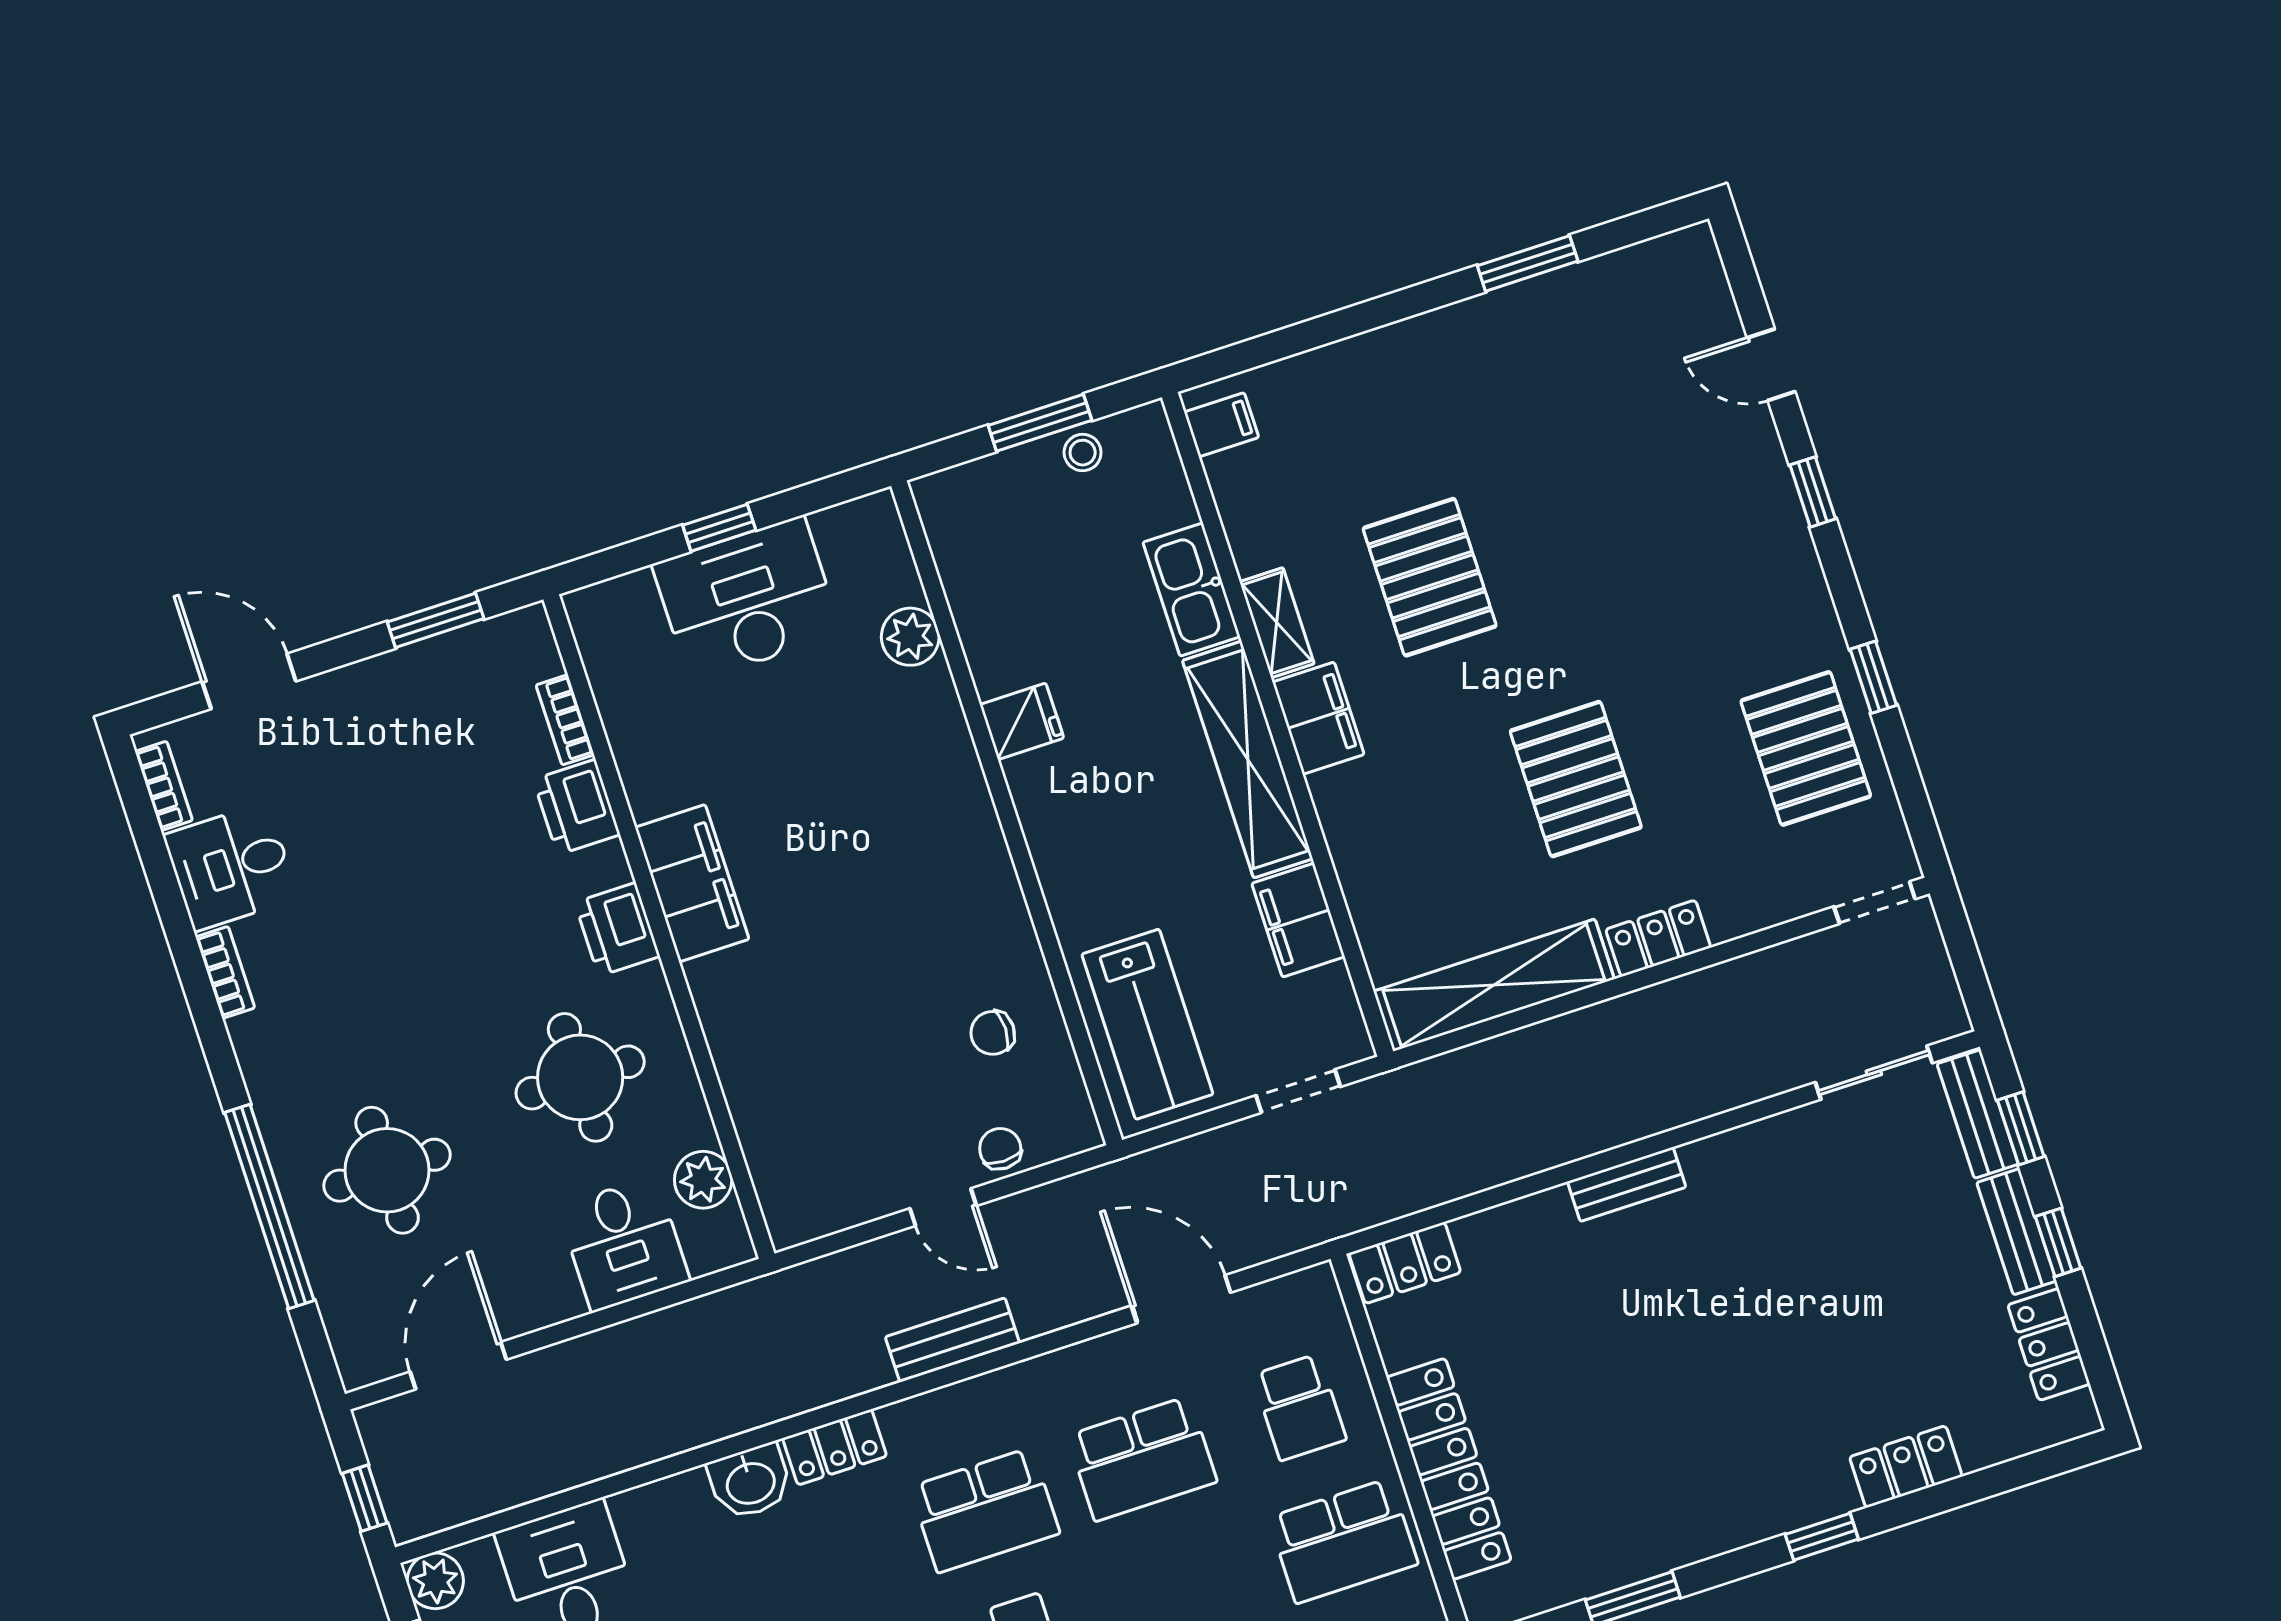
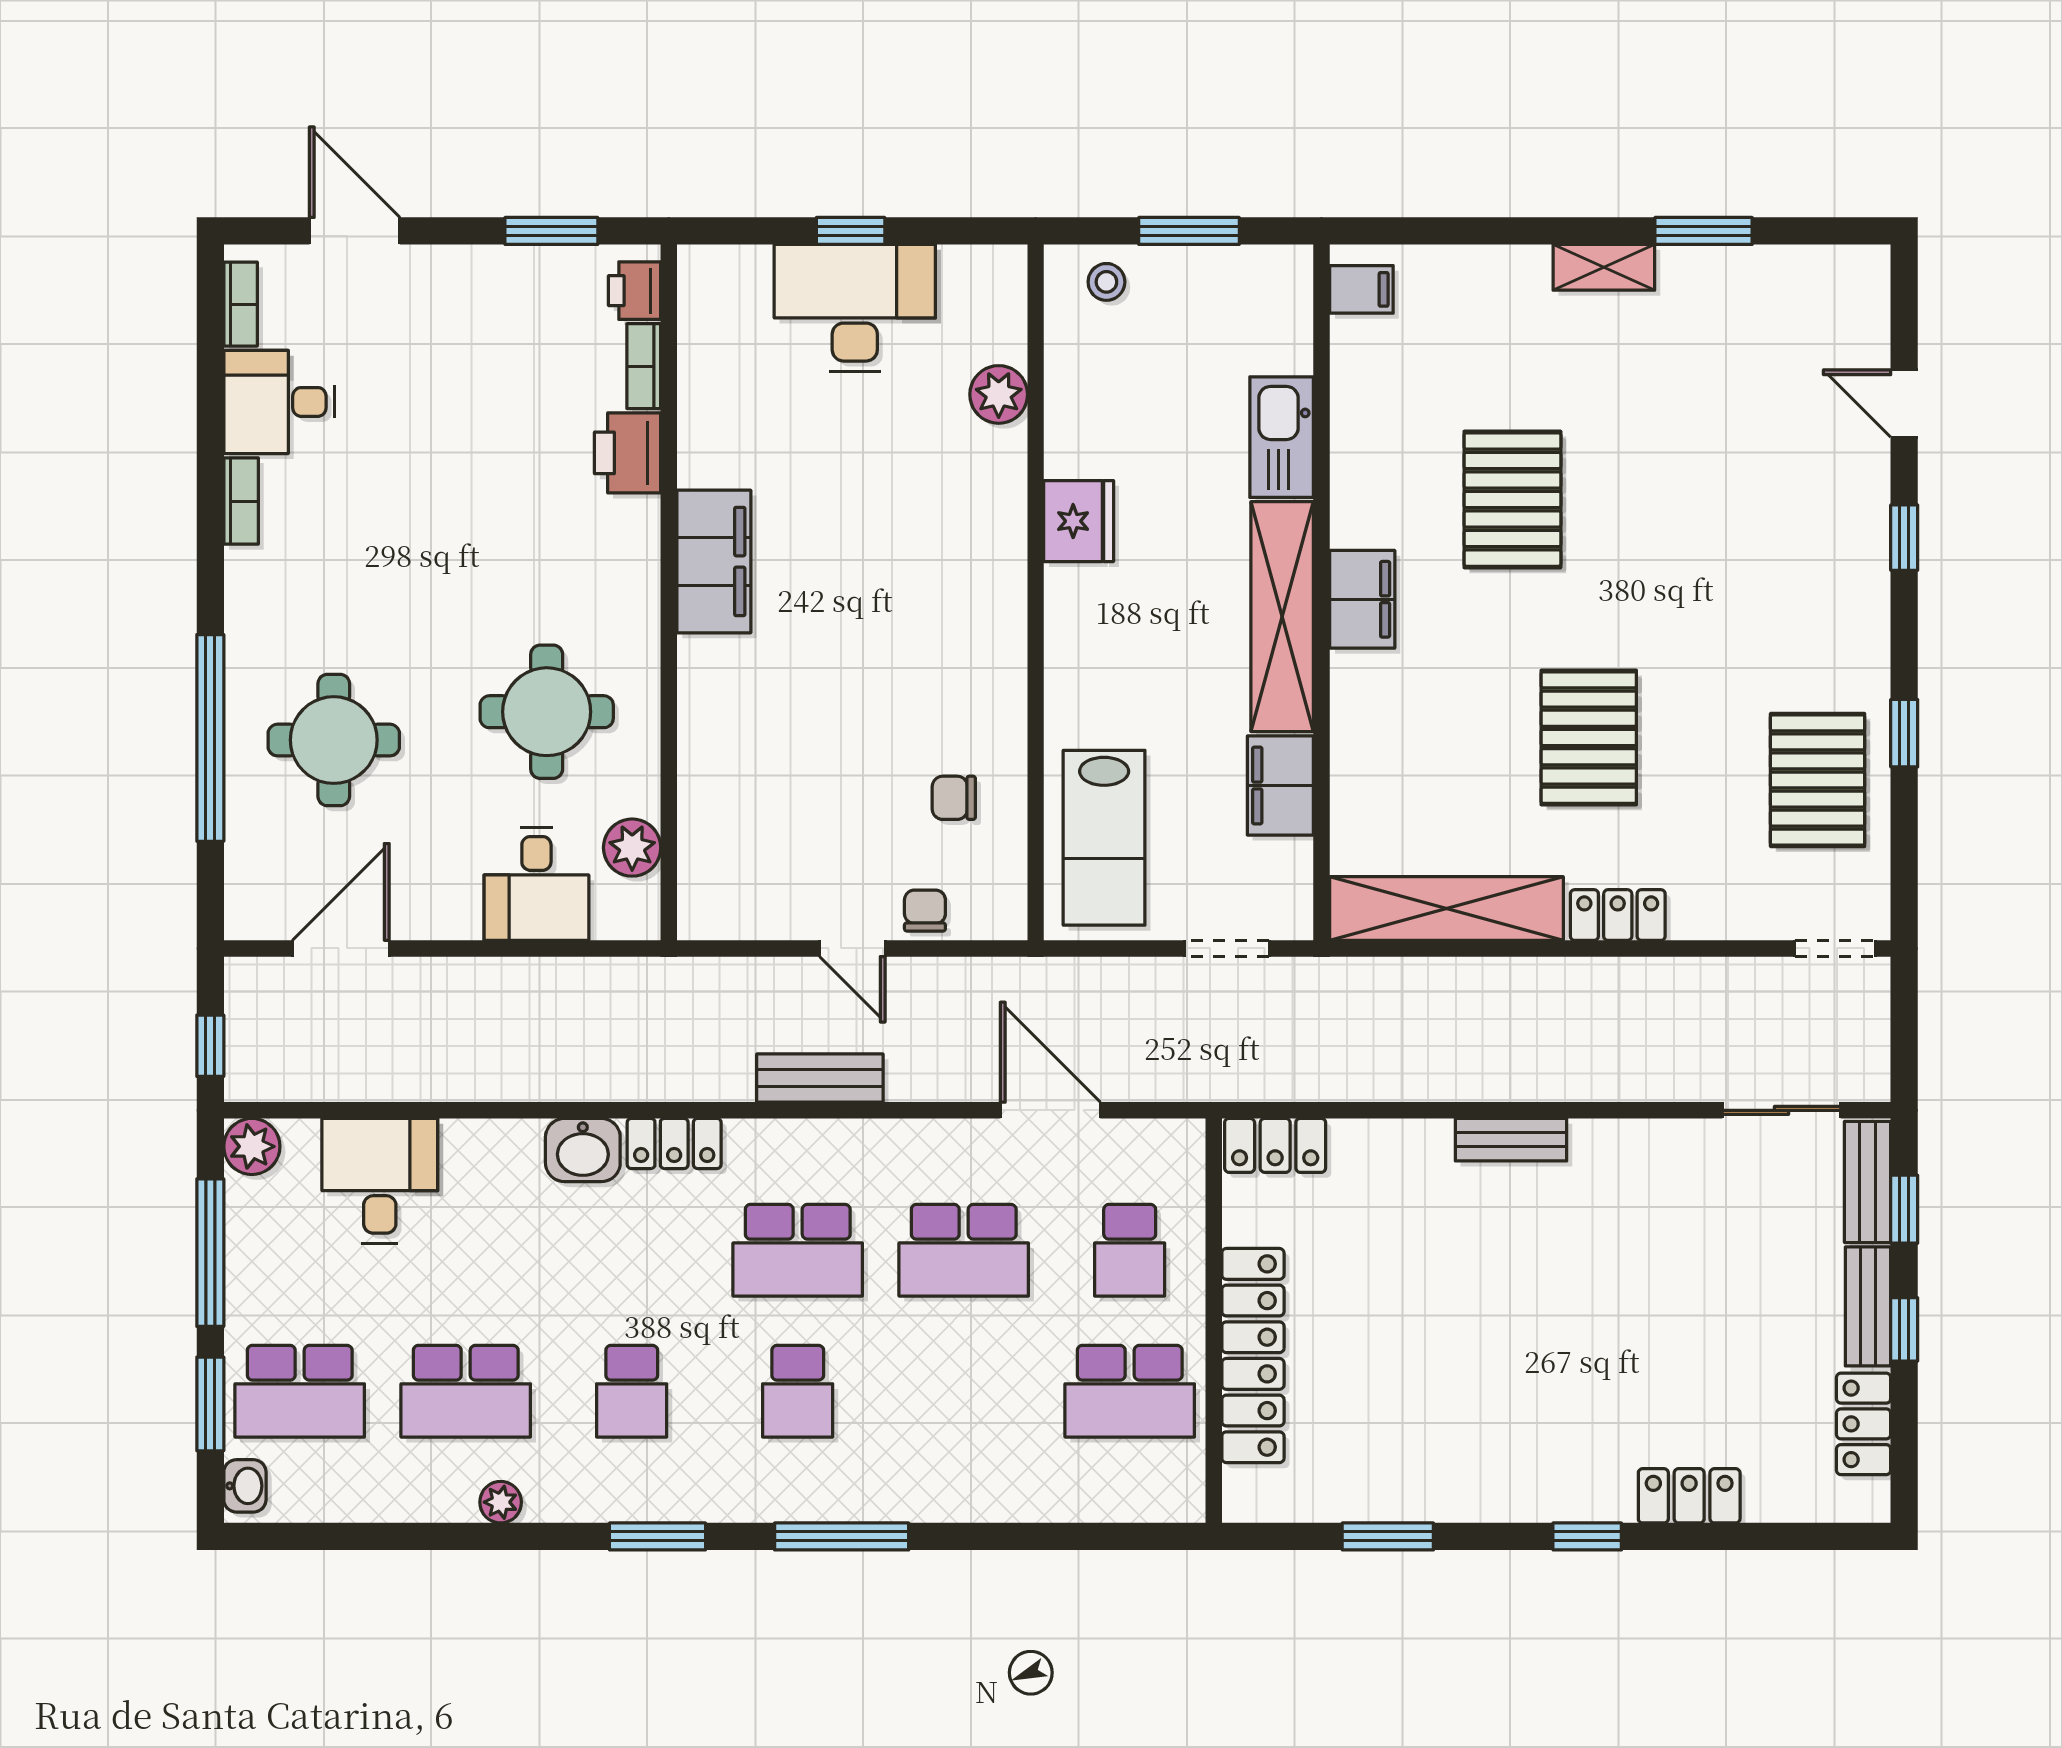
stool: (1083, 453) -> (1106, 282), moved
shelving: (1277, 623) -> (1604, 267), moved, turned 90
fridge: (1022, 721) -> (1079, 521), width x1.38
printer: (617, 929) -> (635, 291), moved, width x0.73, depth x0.81

